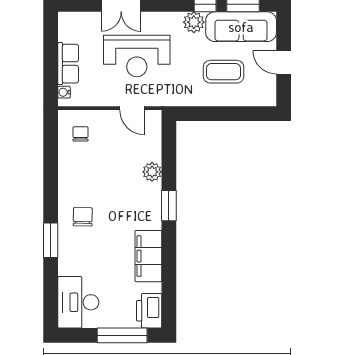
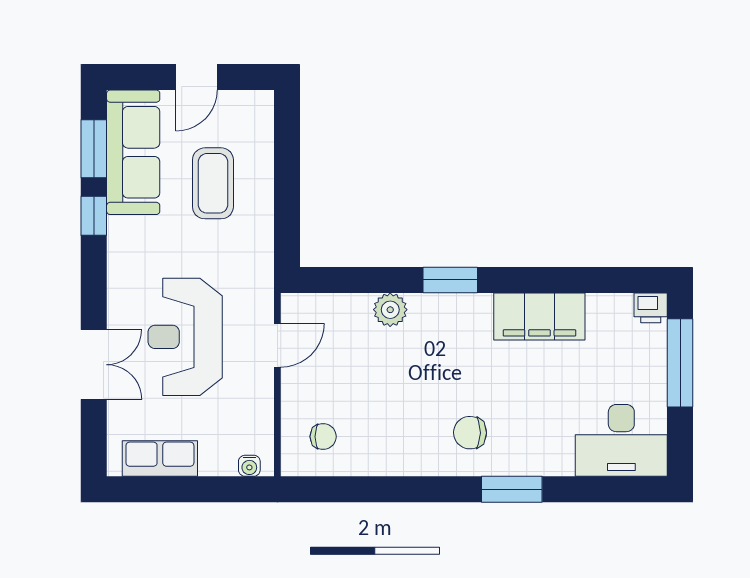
plant: (194, 22) -> (125, 236), removed
reception desk: (137, 56) -> (185, 337), turned 180
row of seats: (68, 64) -> (160, 458), moved
chair: (81, 134) -> (323, 437), turned 180
printer: (149, 311) -> (651, 308), width x0.53, depth x0.68

